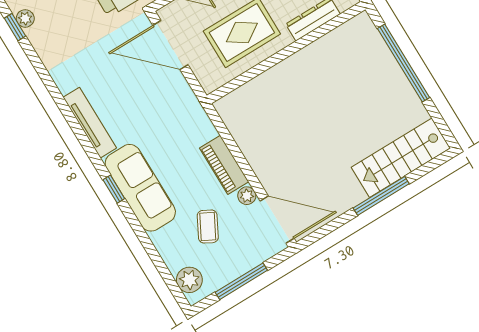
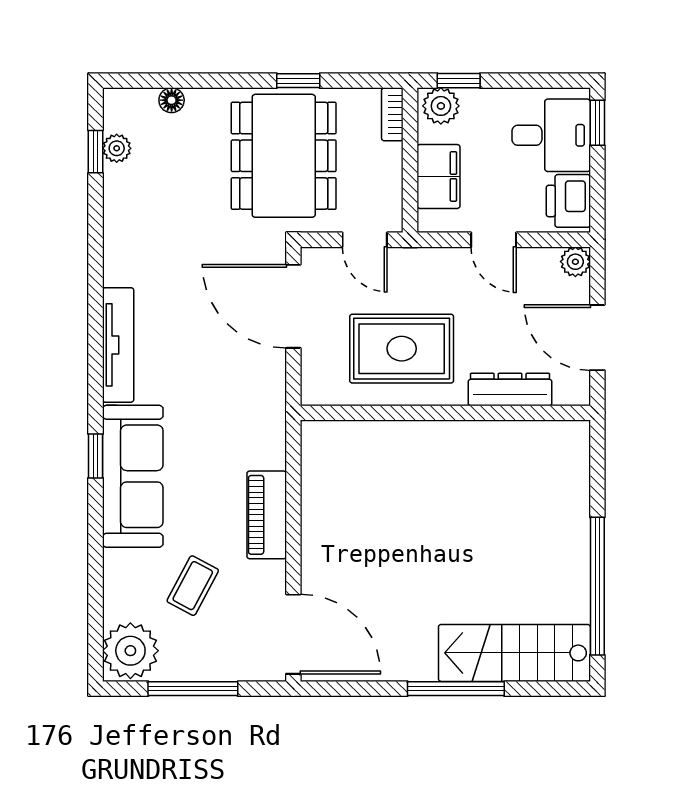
window: (404, 63) -> (597, 586), moved
plant: (247, 196) -> (272, 576), removed
plant: (189, 280) -> (130, 651), width x1.36, depth x1.36

